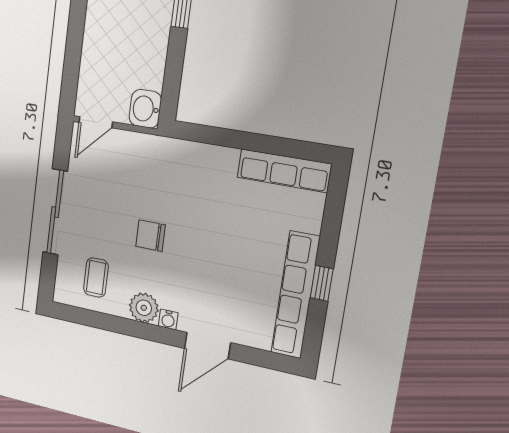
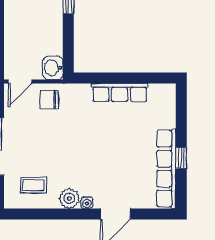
row of seats: (284, 171) -> (120, 92), moved
chair: (151, 236) -> (49, 100), moved
coffee table: (96, 278) -> (33, 185), turned 90

